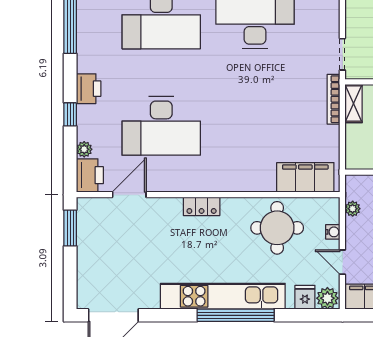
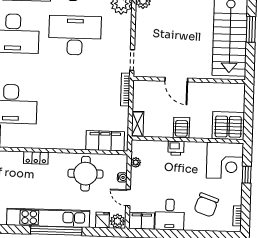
shelving: (354, 104) -> (138, 124), moved

